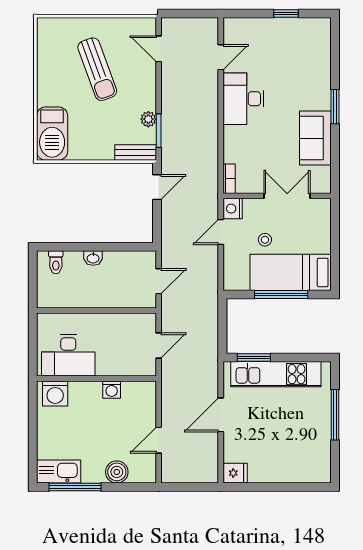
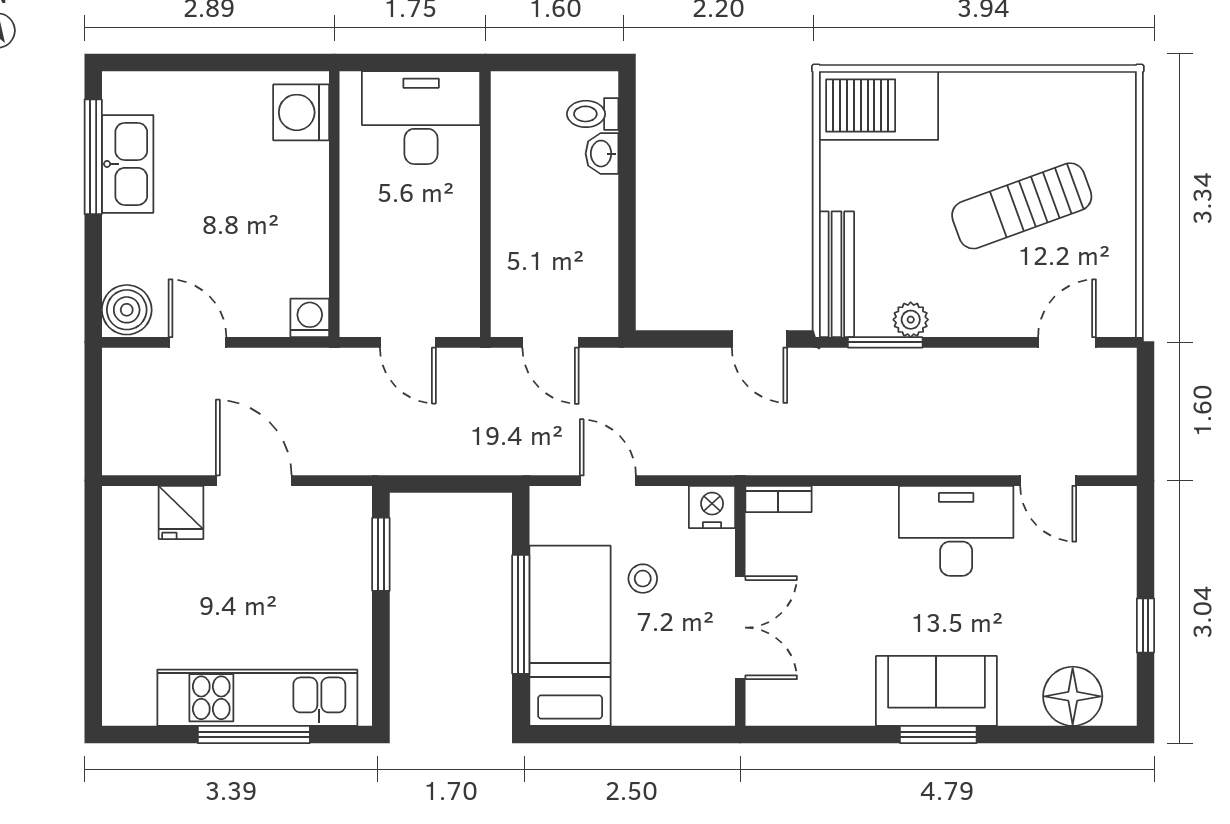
floor lamp: (318, 46) -> (1073, 696), added
sofa: (315, 138) -> (936, 691), moved
bench: (136, 153) -> (836, 274), width x1.36
door: (221, 232) -> (608, 481), moved
washbasin: (93, 258) -> (602, 154), moved
desk: (68, 355) -> (421, 118), moved, turned 90
kitchen unit: (276, 374) -> (257, 698), moved, turned 90
washing machine: (112, 390) -> (310, 318), moved, turned 90
kitchen sink: (59, 472) -> (128, 164), moved
boiler: (117, 472) -> (127, 310), moved
fridge: (235, 473) -> (181, 512), moved

